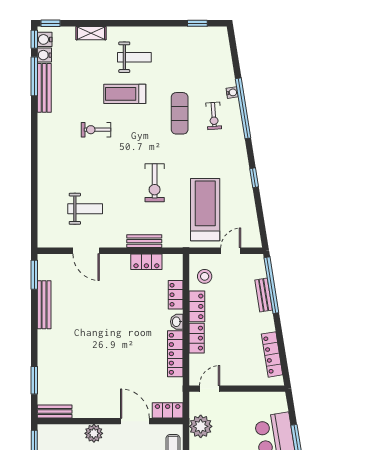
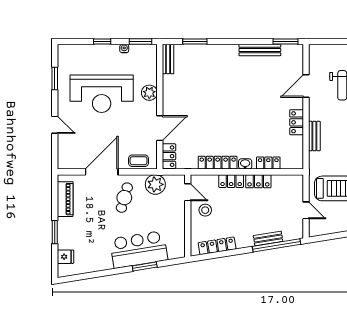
locker: (146, 262) -> (297, 122), moved
stool: (205, 276) -> (205, 210), moved

